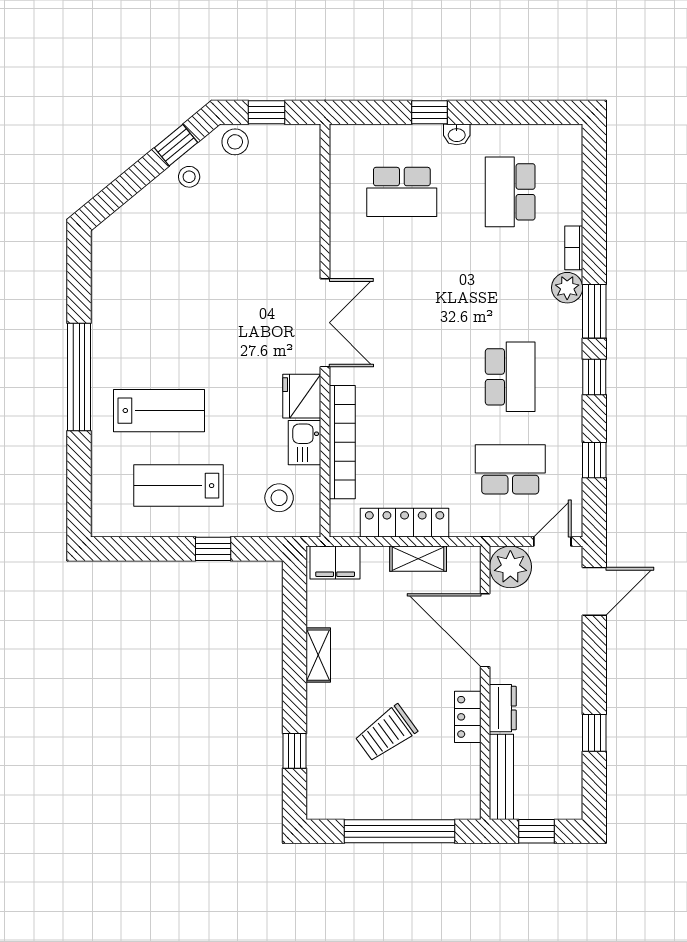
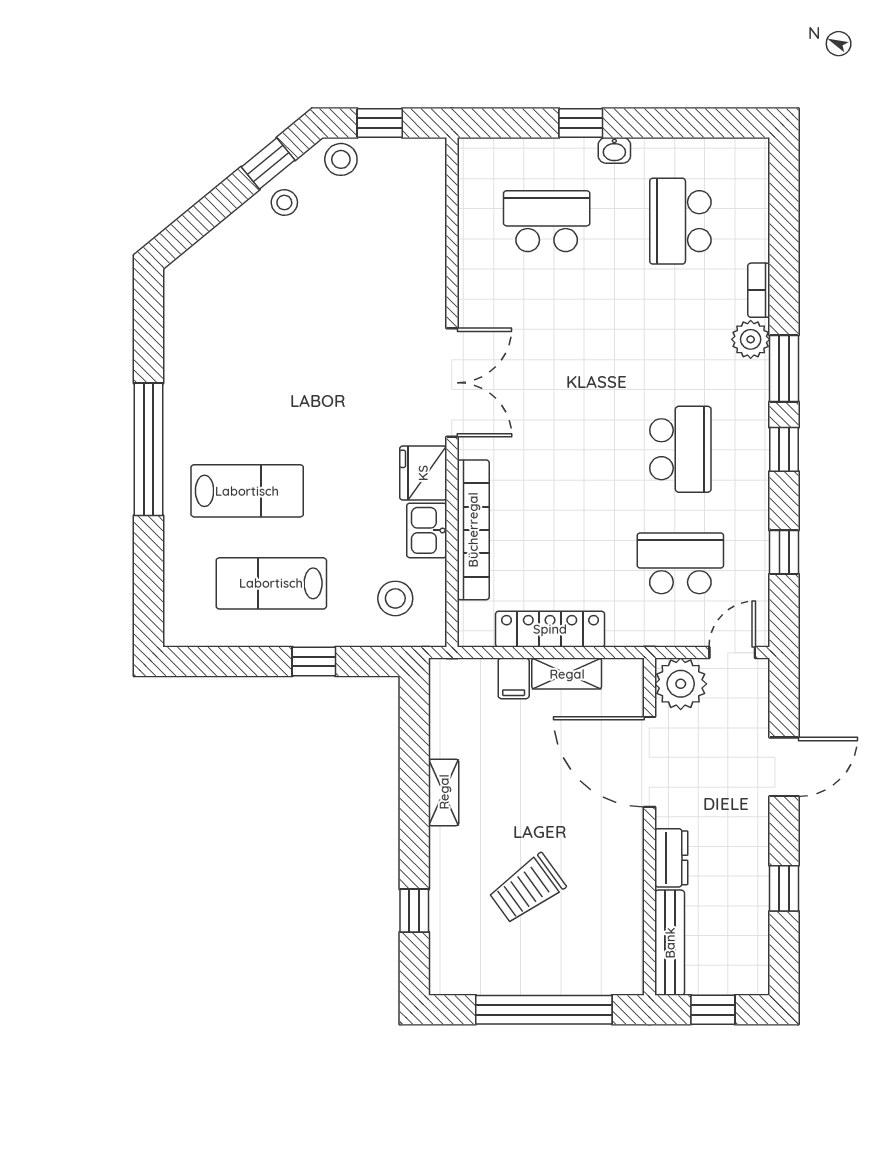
school desk: (402, 192) -> (547, 221), turned 180
filing cabinet: (335, 563) -> (514, 678), moved, width x0.50
door: (594, 591) -> (784, 767), moved
locker: (468, 717) -> (628, 869), removed

